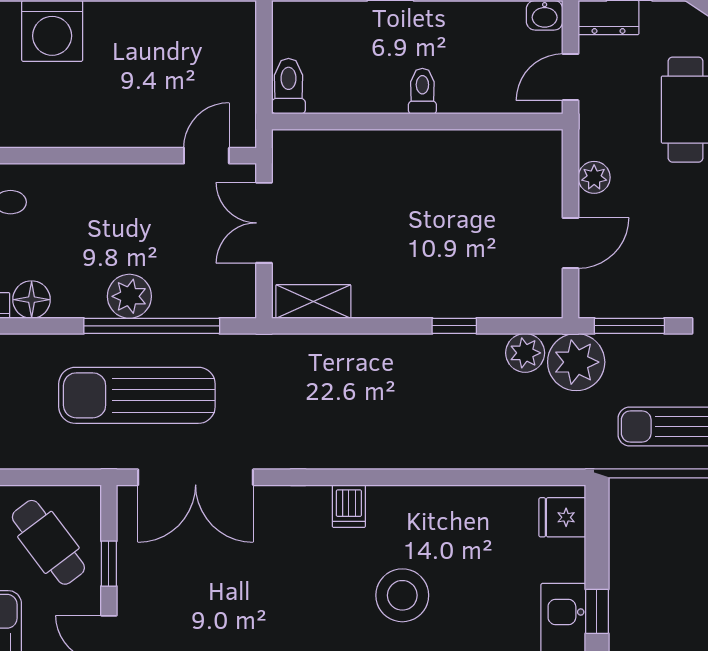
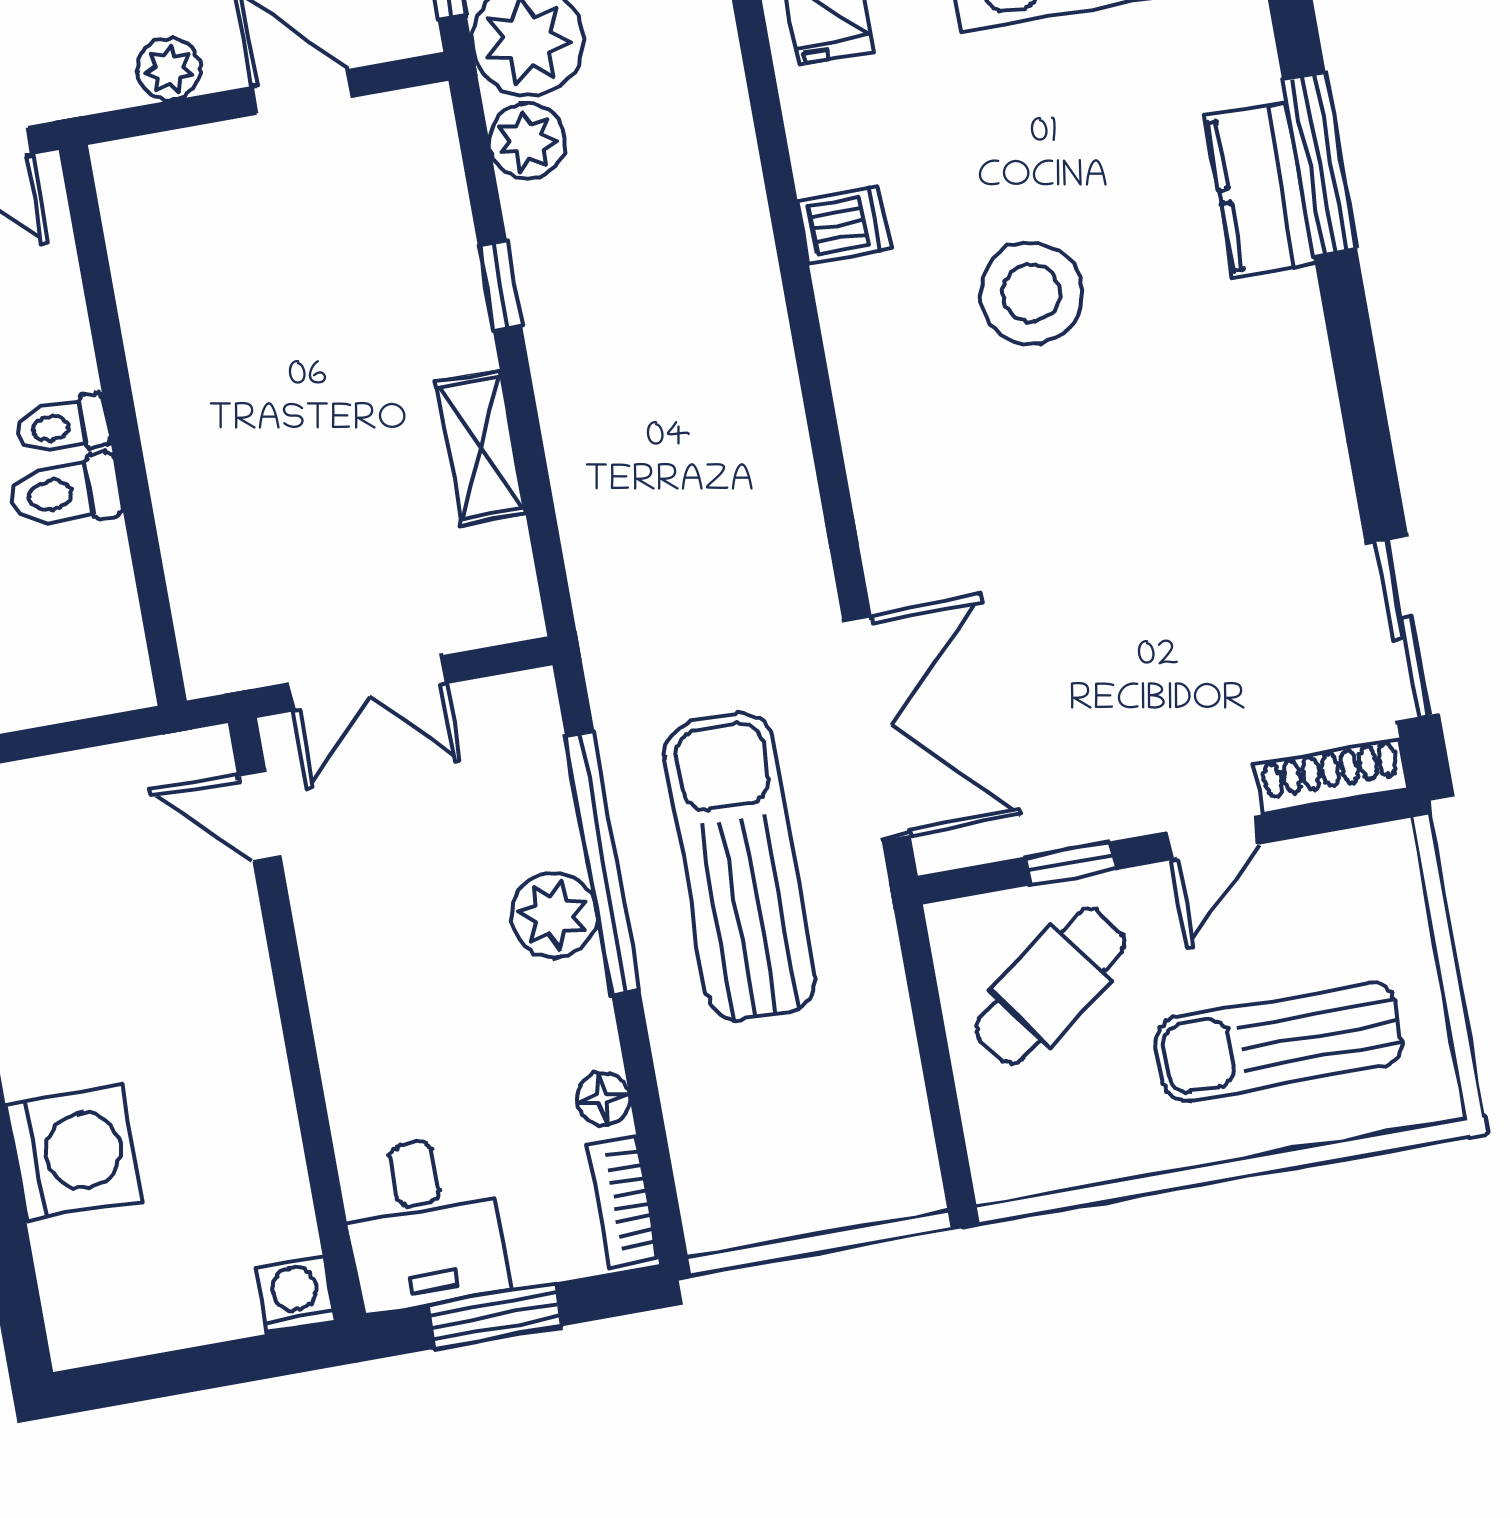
toilet: (288, 86) -> (65, 492), moved
floor lamp: (32, 300) -> (603, 1099), width x0.73, depth x0.73
shelving: (313, 301) -> (481, 447), moved
sun lounger: (137, 395) -> (740, 867), turned 180
dishwasher: (349, 506) -> (844, 225), moved

